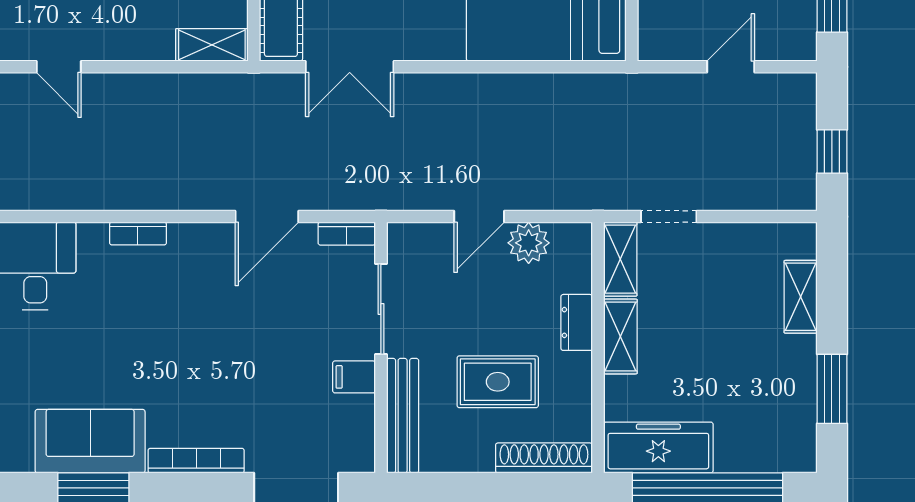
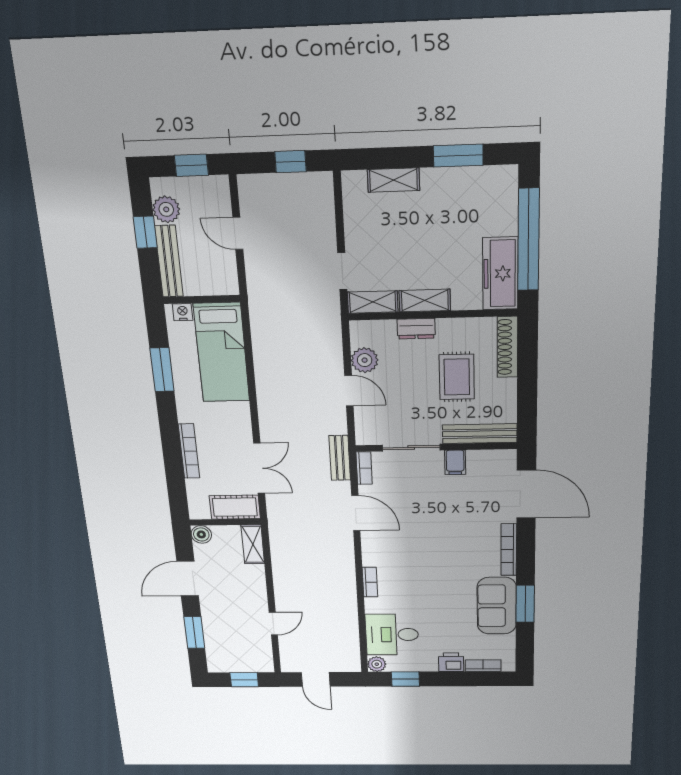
bench: (365, 196) -> (340, 458), added

